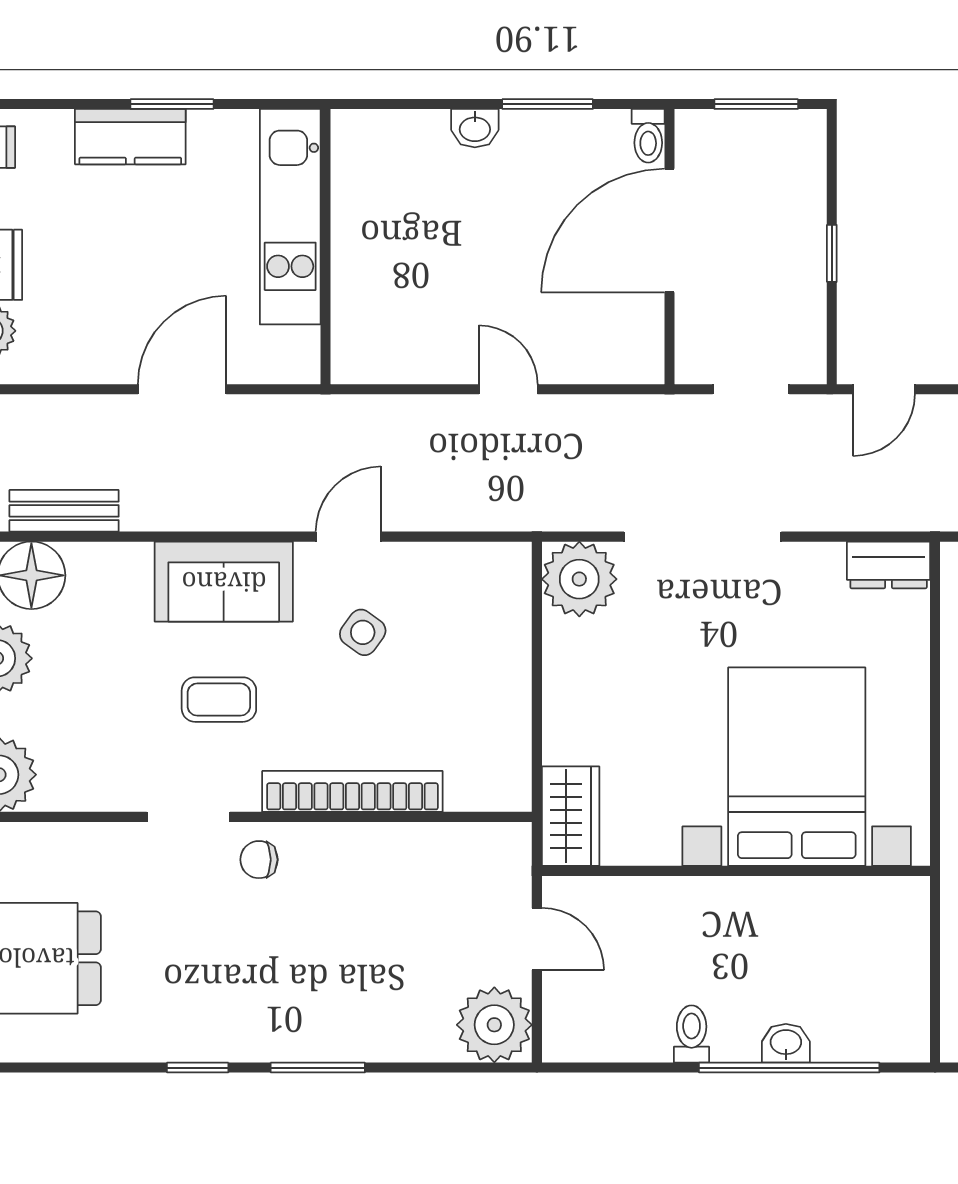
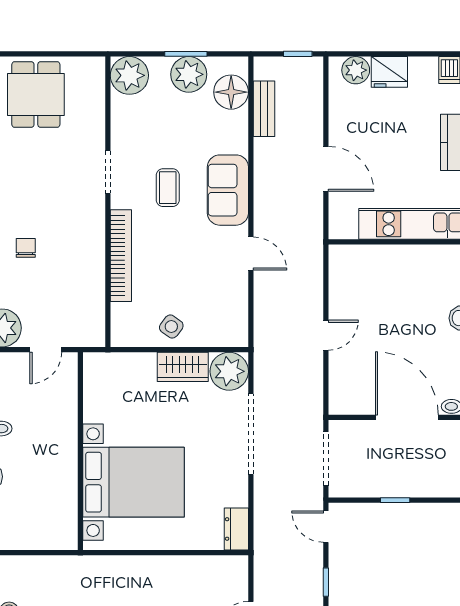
doorway: (751, 389) -> (326, 459), width x1.38
side table: (363, 632) -> (171, 327), moved
wardrobe: (571, 816) -> (183, 367), moved
chair: (259, 860) -> (26, 248), moved

